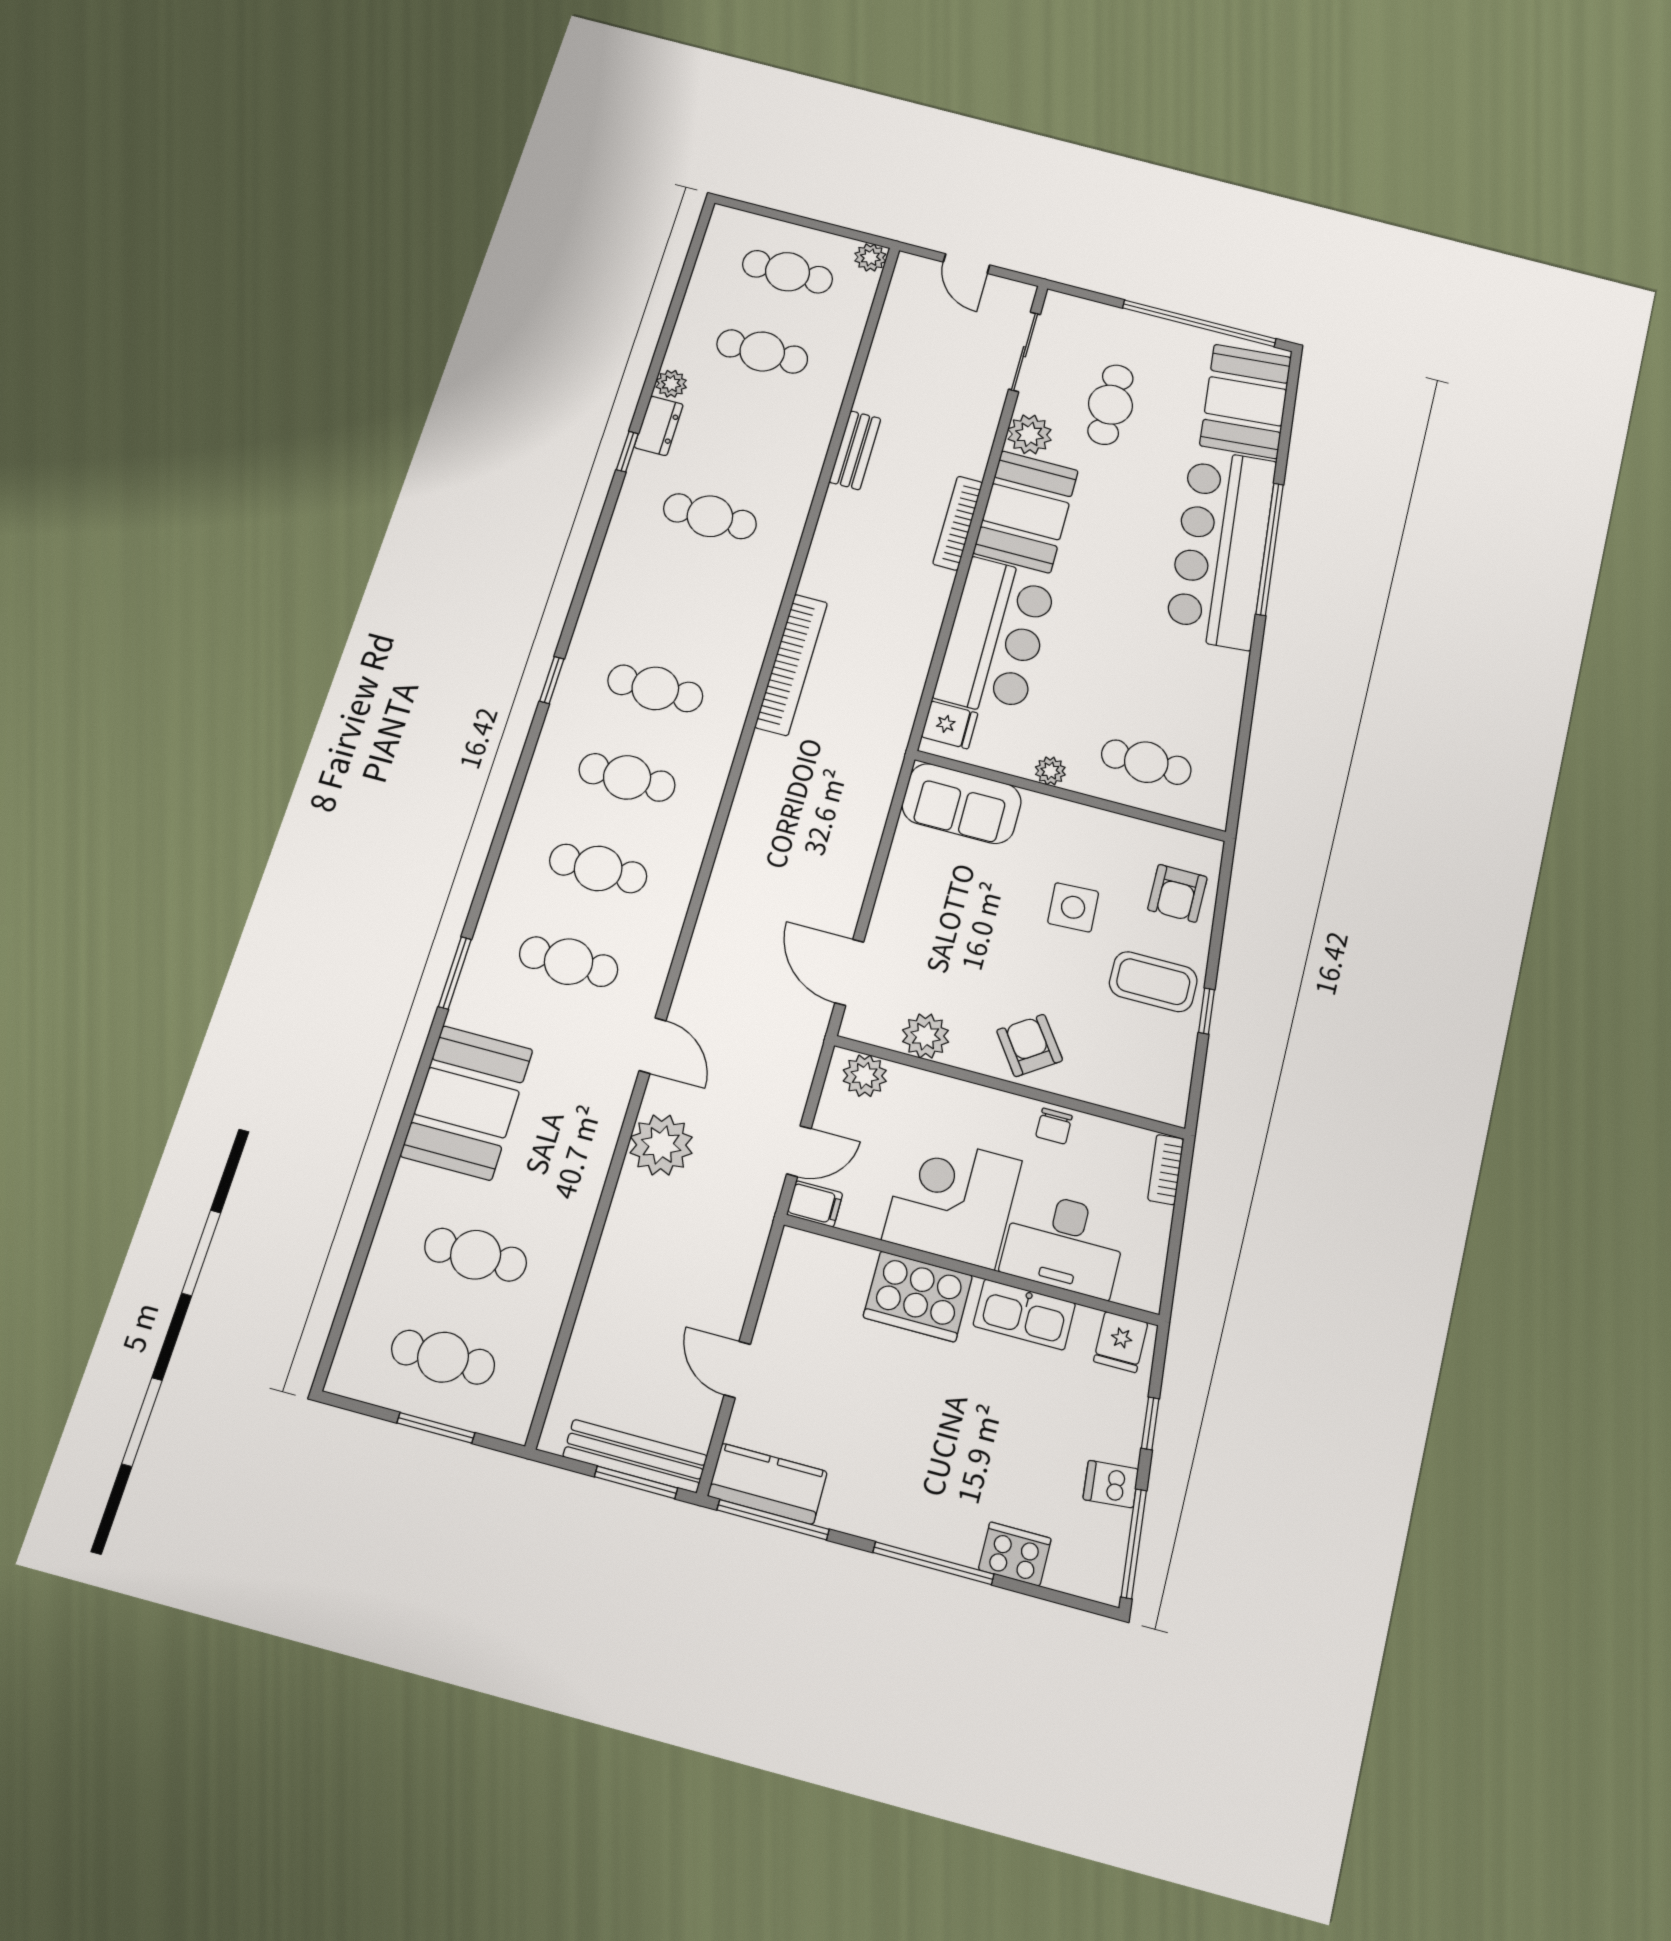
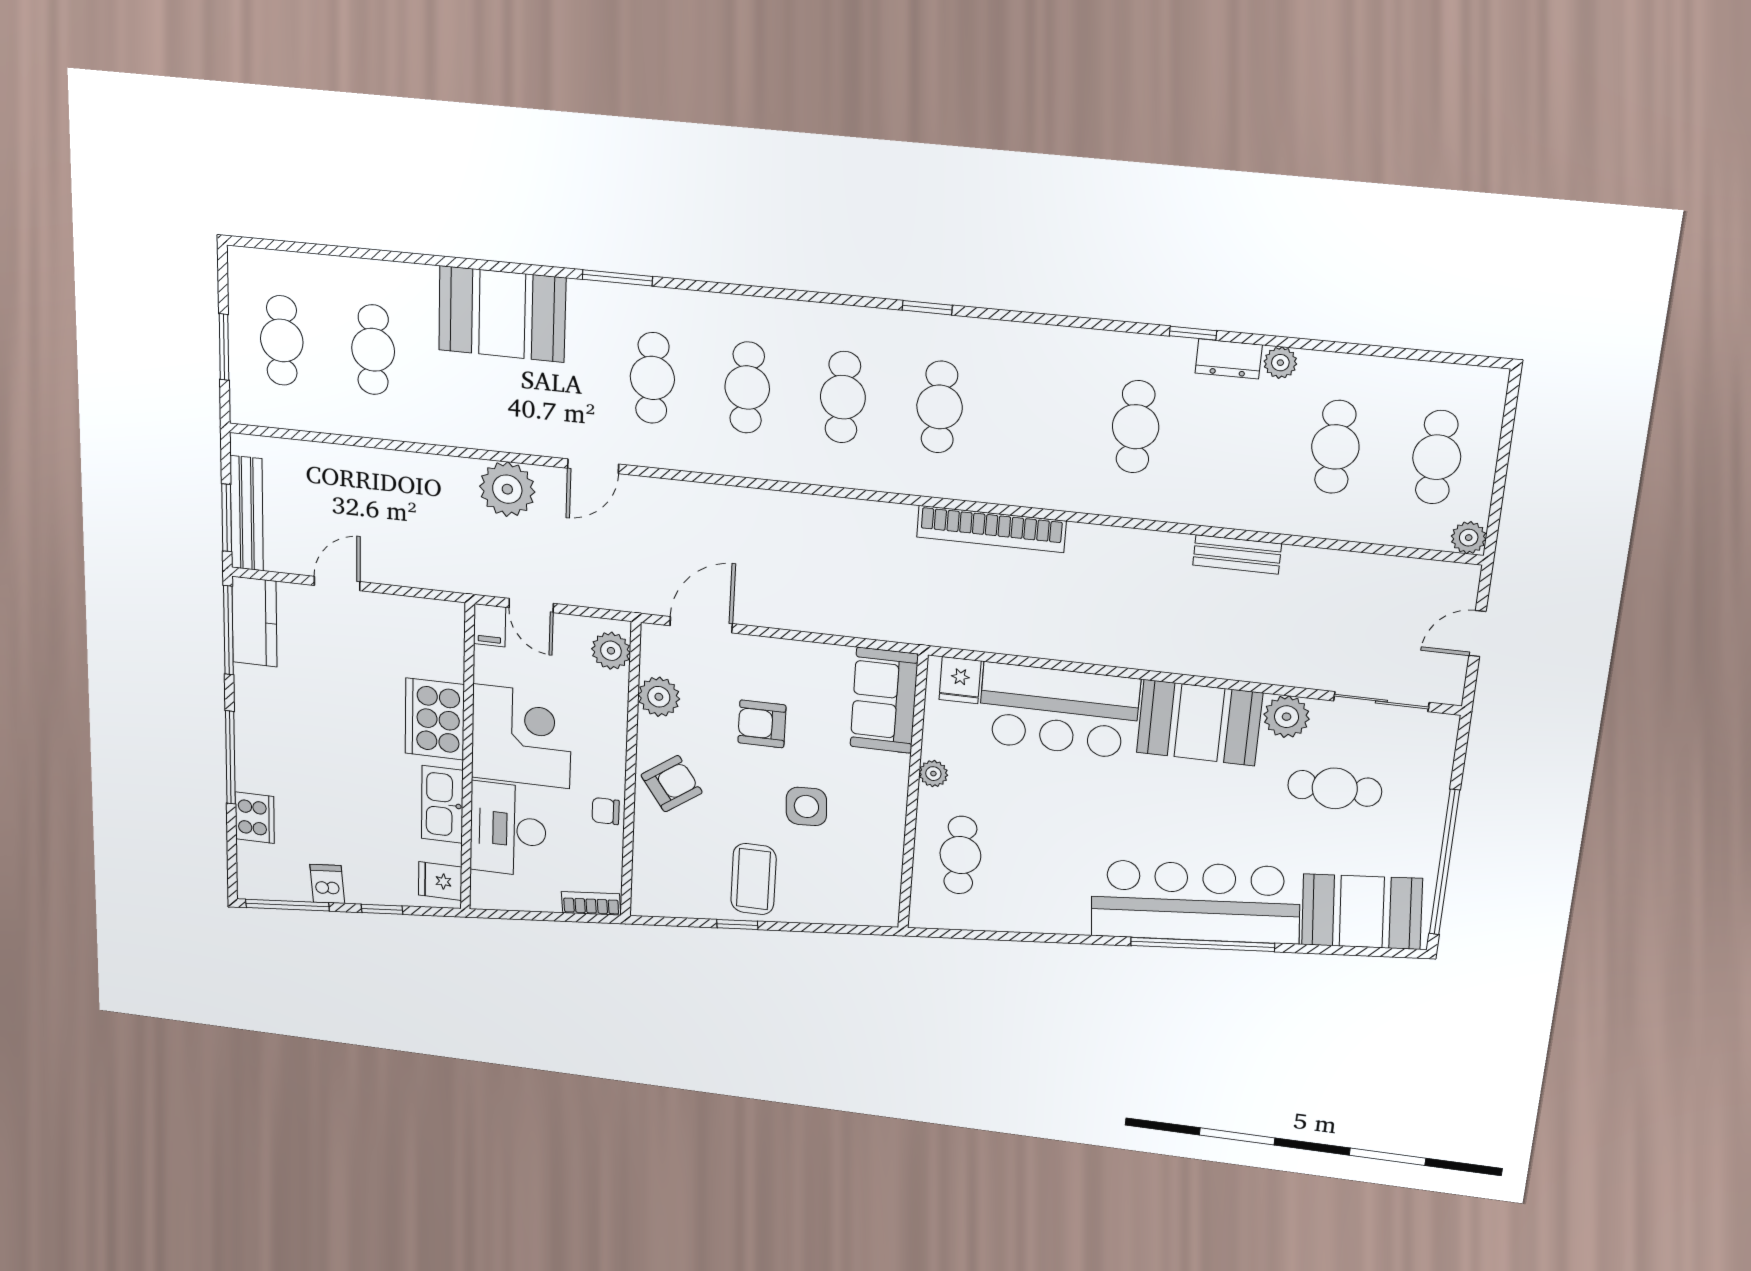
bookcase: (958, 523) -> (1174, 662), removed
armchair: (1177, 893) -> (762, 724), moved

